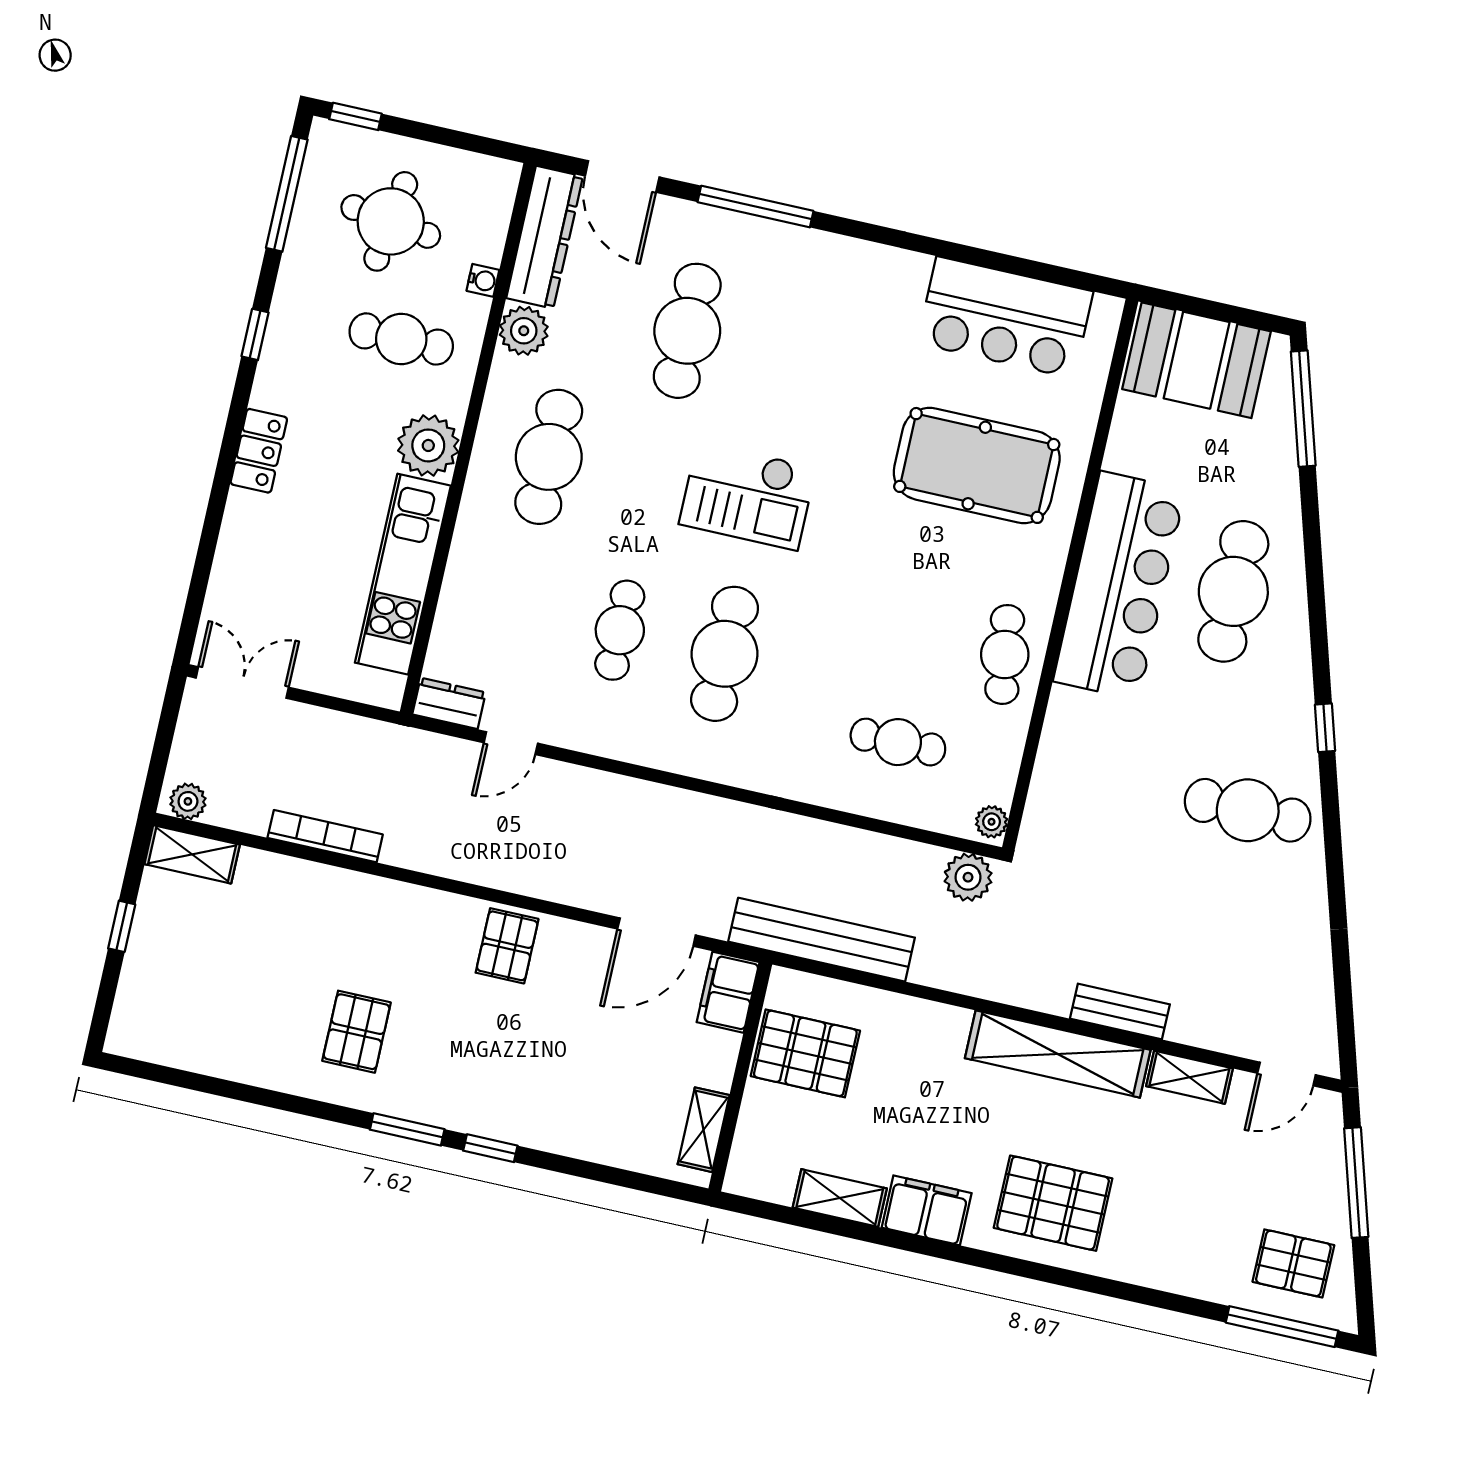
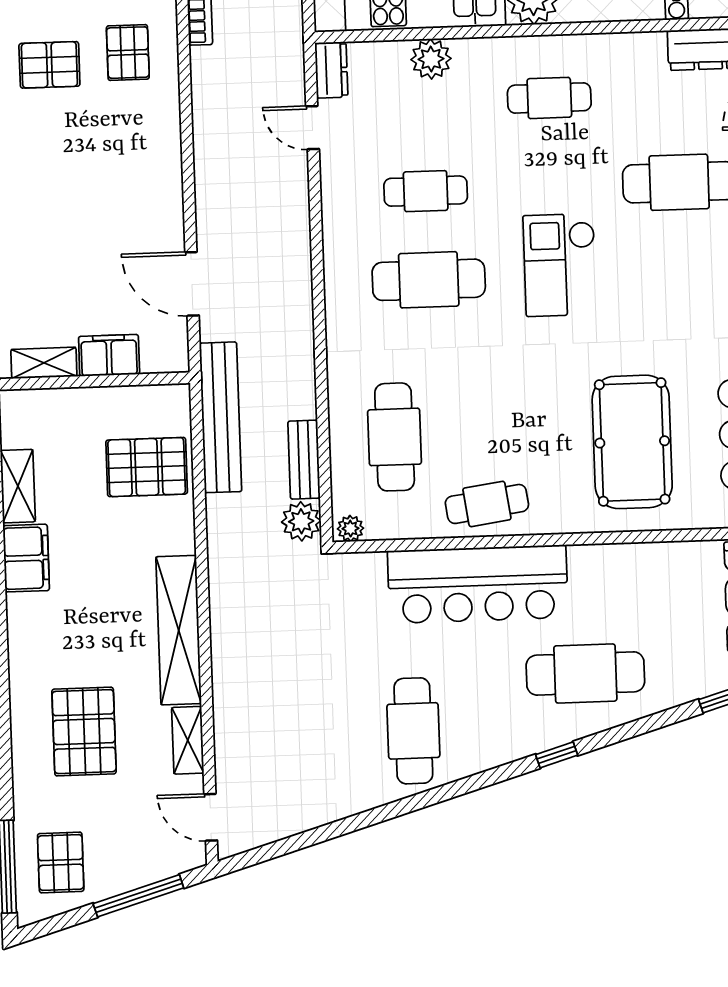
plant: (524, 331) -> (431, 59), moved
cafe table: (549, 457) -> (549, 98), width x0.73, depth x0.74
bar counter: (1119, 585) -> (478, 584), moved
window: (1325, 728) -> (557, 755), moved
cafe table: (898, 742) -> (395, 437), width x1.37, depth x1.35
pallet: (507, 946) -> (128, 53), moved, turned 90
filing cabinet: (728, 992) -> (109, 355), moved
bench: (1120, 1011) -> (304, 460), moved
pallet: (805, 1053) -> (147, 467), moved, turned 90
pallet: (1053, 1203) -> (84, 732), moved

